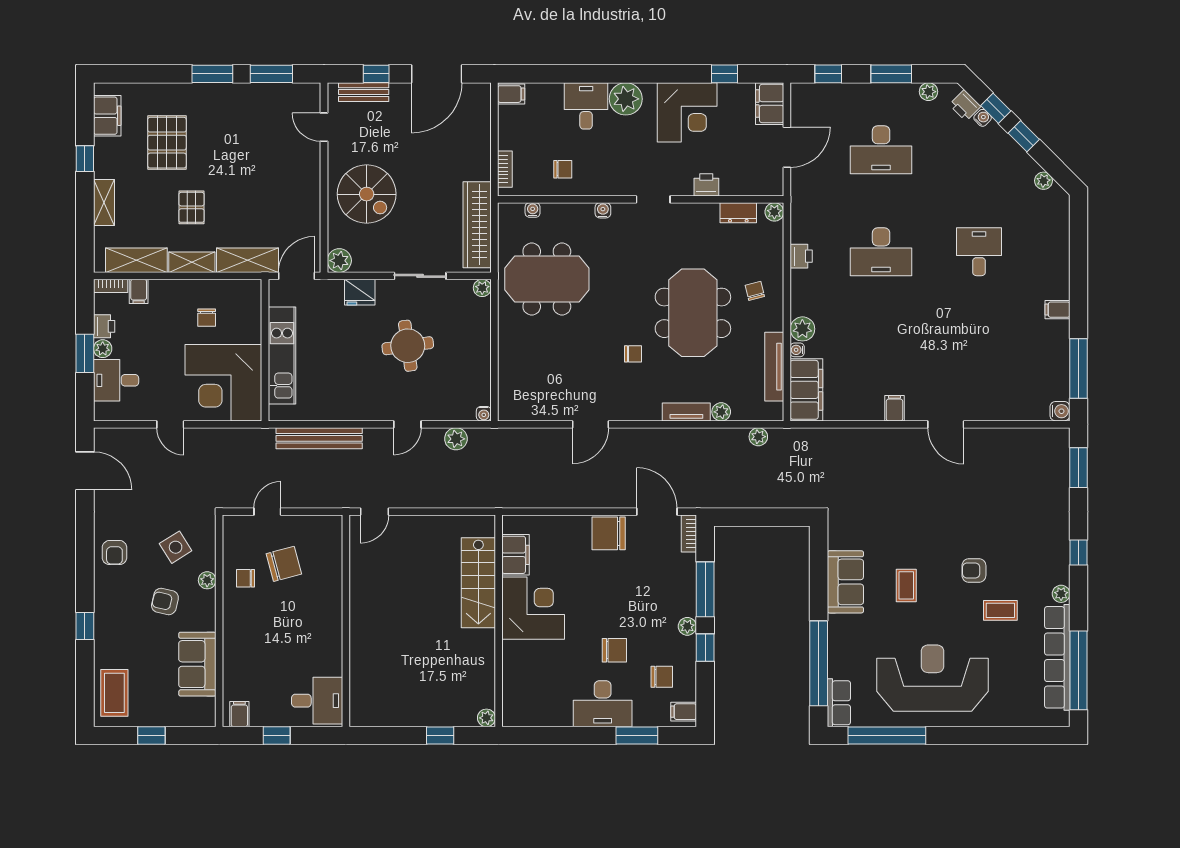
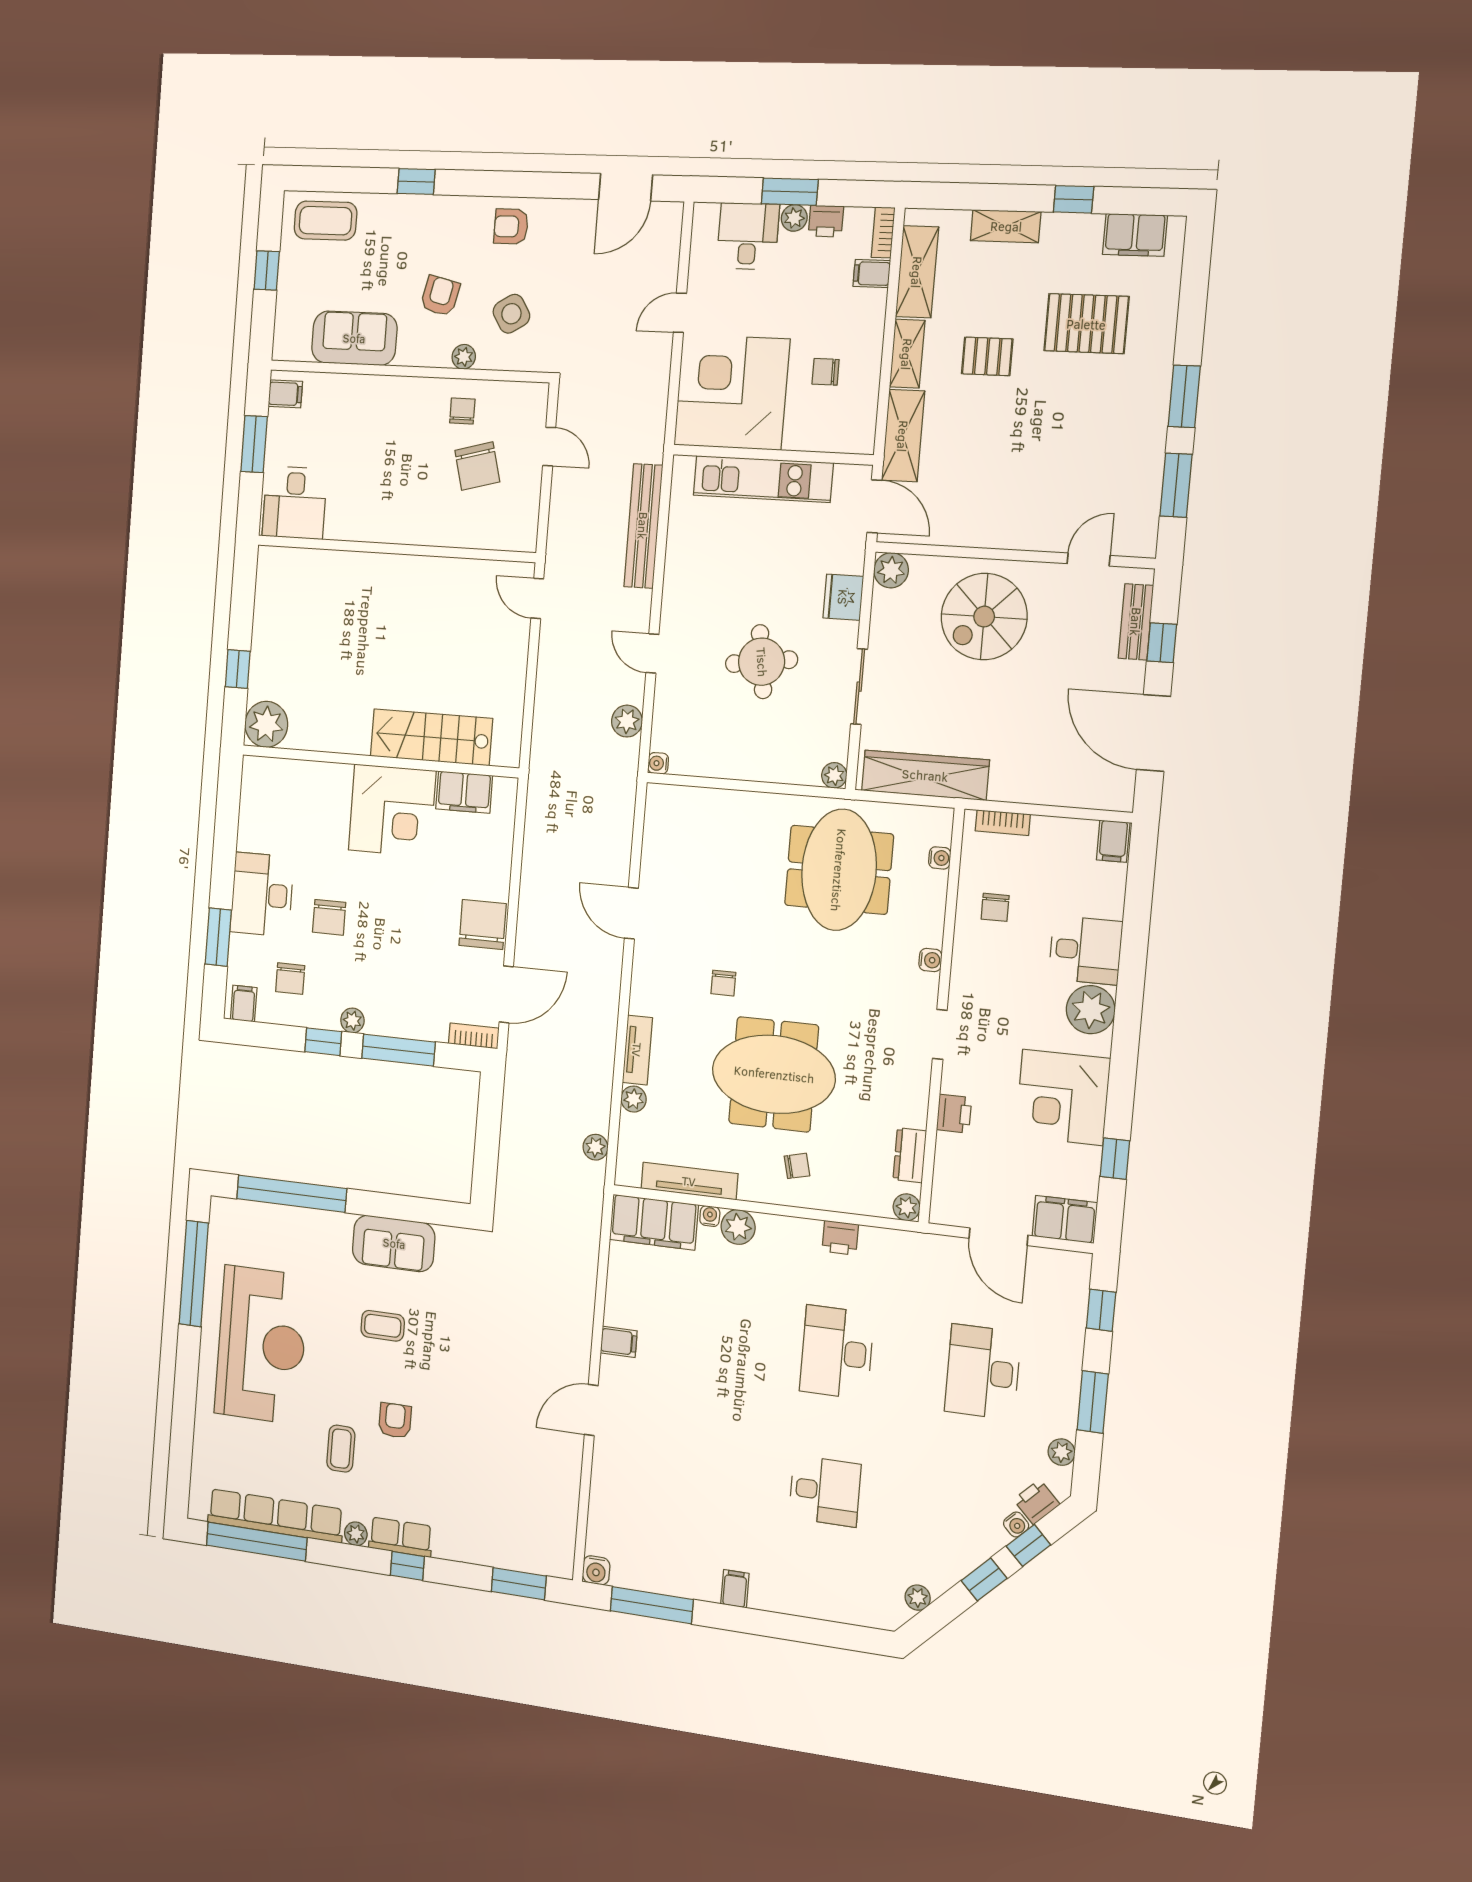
row of seats: (839, 703) -> (401, 1537), moved, turned 180
plant: (486, 718) -> (266, 724), width x1.88, depth x1.88
window: (277, 735) -> (254, 444), width x1.50

